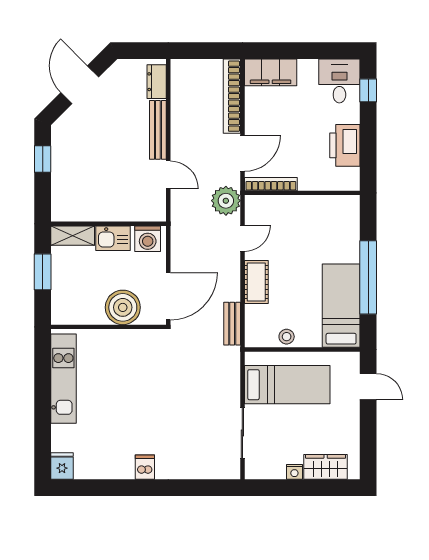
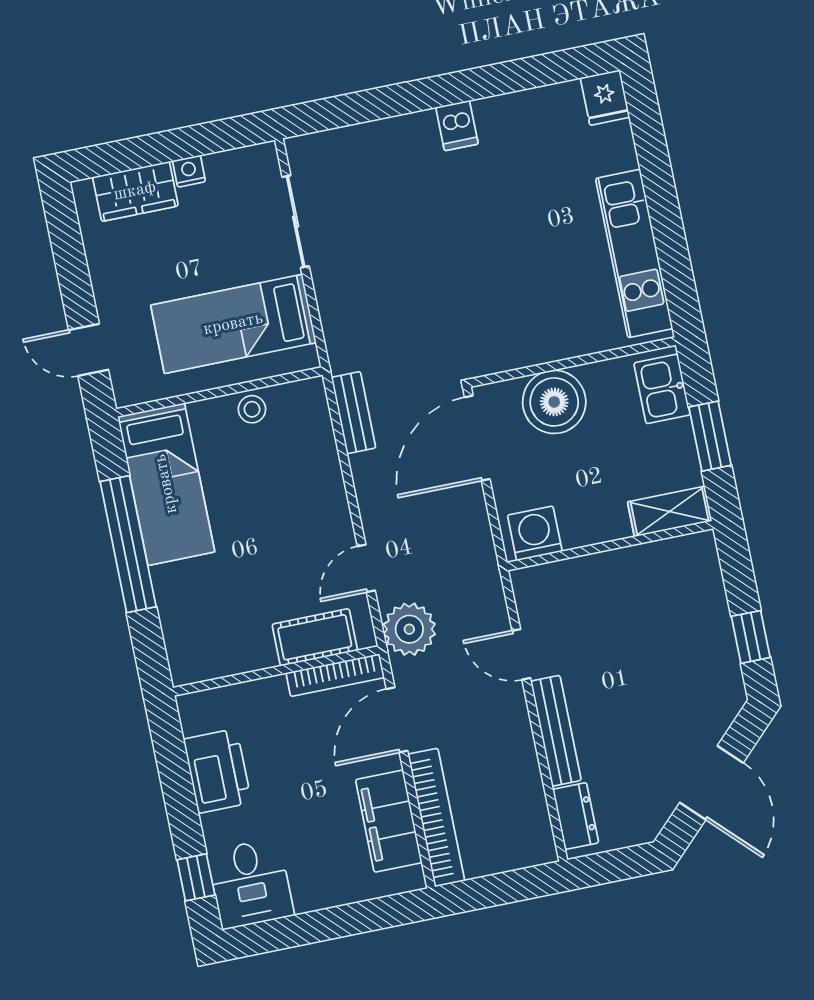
filing cabinet: (271, 72) -> (389, 821), moved, turned -90
kitchen sink: (113, 238) -> (662, 389), moved, turned -90
cot: (256, 282) -> (315, 637), moved, turned 90

